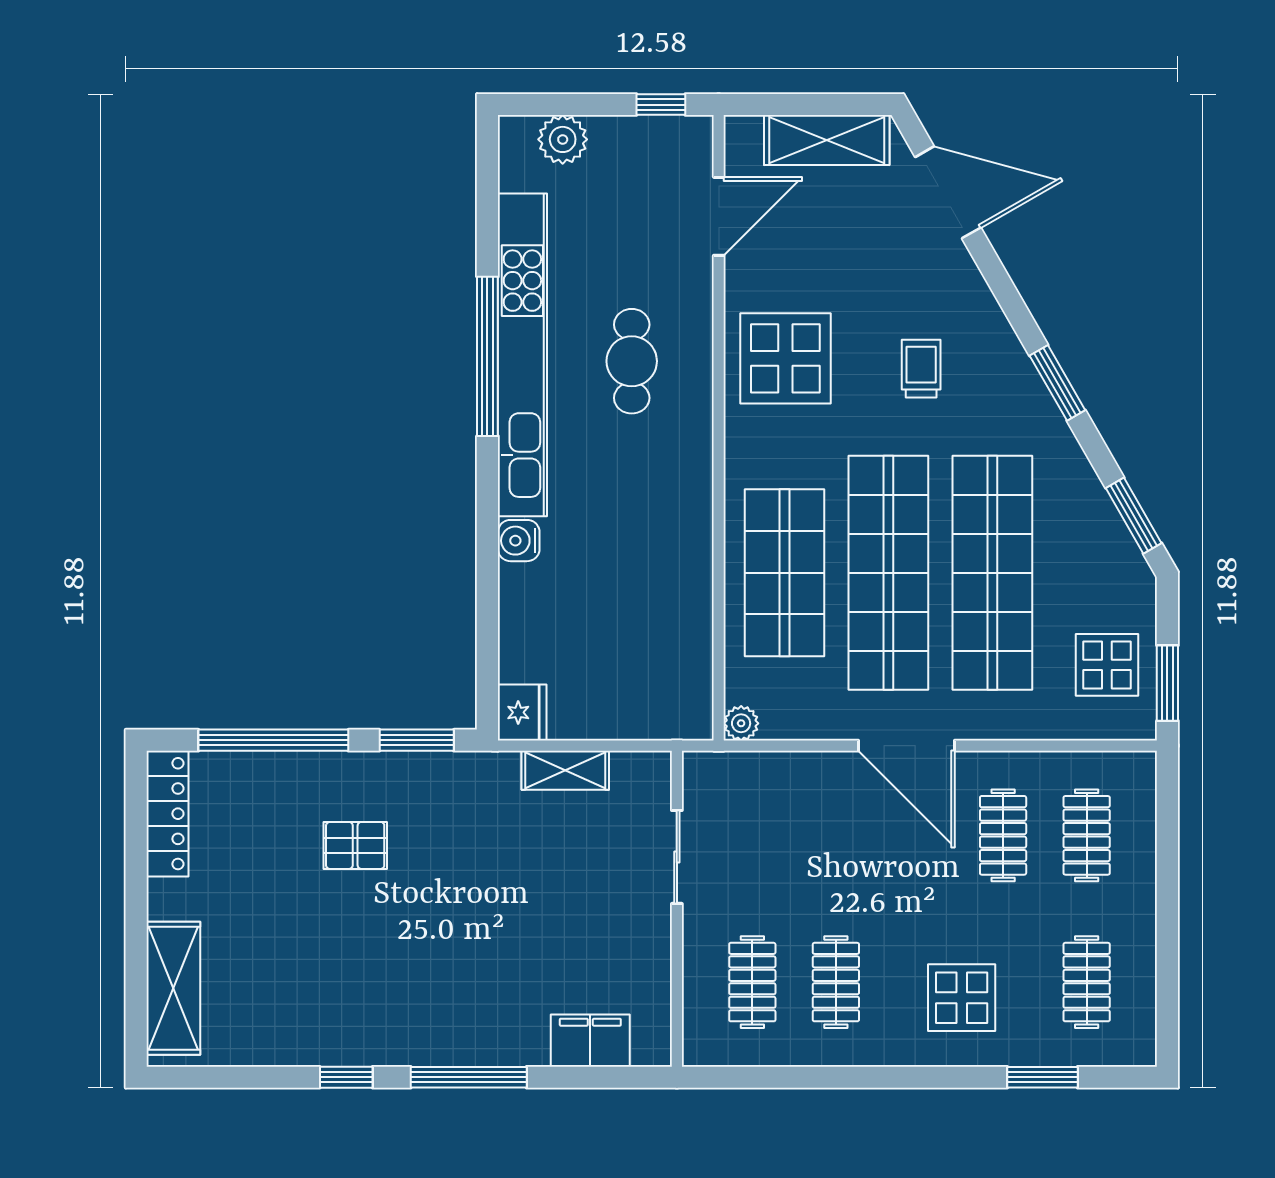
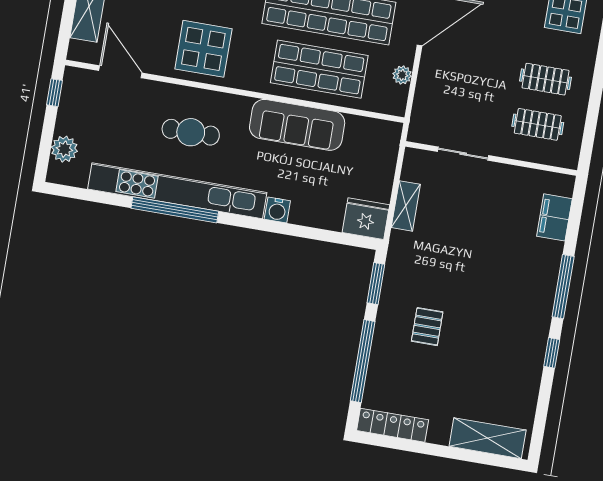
sofa: (678, 550) -> (297, 125), added
fridge: (522, 712) -> (366, 219), width x1.36, depth x1.34
plant: (741, 723) -> (402, 75), moved

